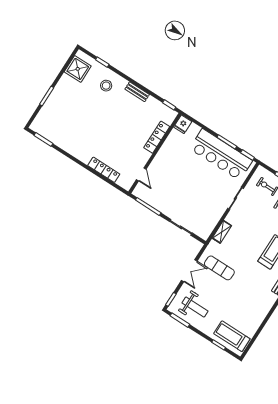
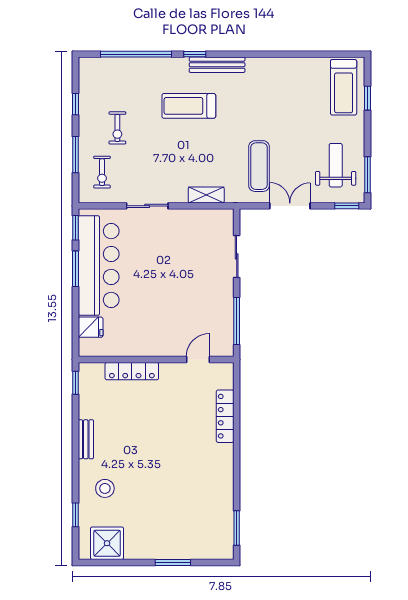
fridge: (183, 124) -> (91, 327), moved

